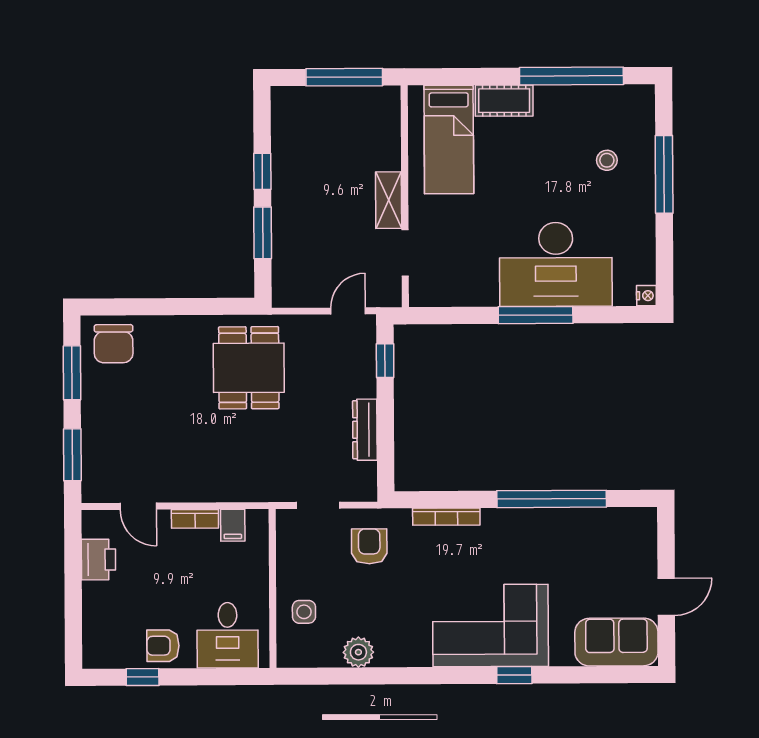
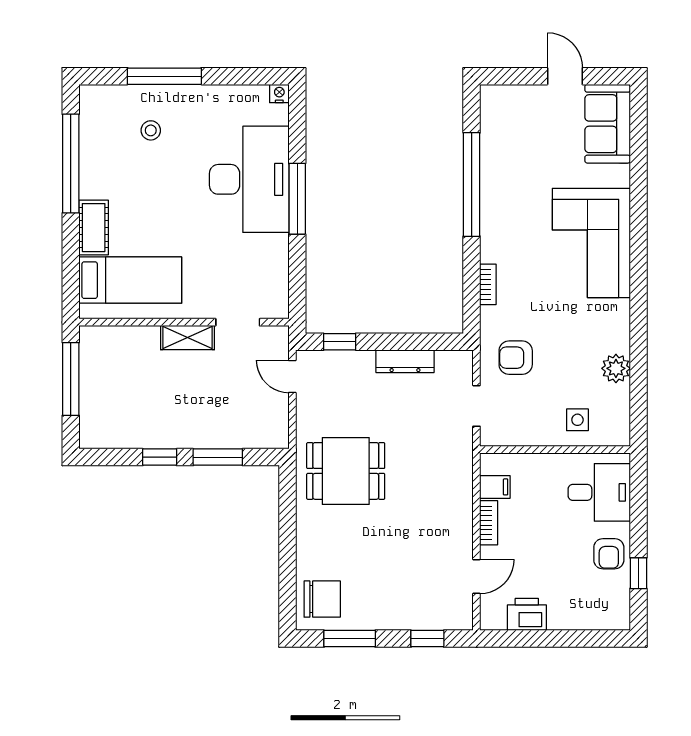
window: (72, 455) -> (427, 639), width x0.67
bookcase: (446, 517) -> (488, 284), width x0.64
window: (514, 675) -> (638, 221), removed

